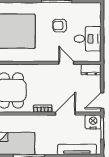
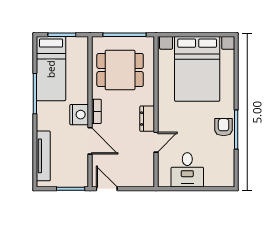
armchair: (60, 26) -> (224, 127), moved
dresser: (91, 70) -> (147, 119), moved
nightstand: (93, 122) -> (79, 115), moved

